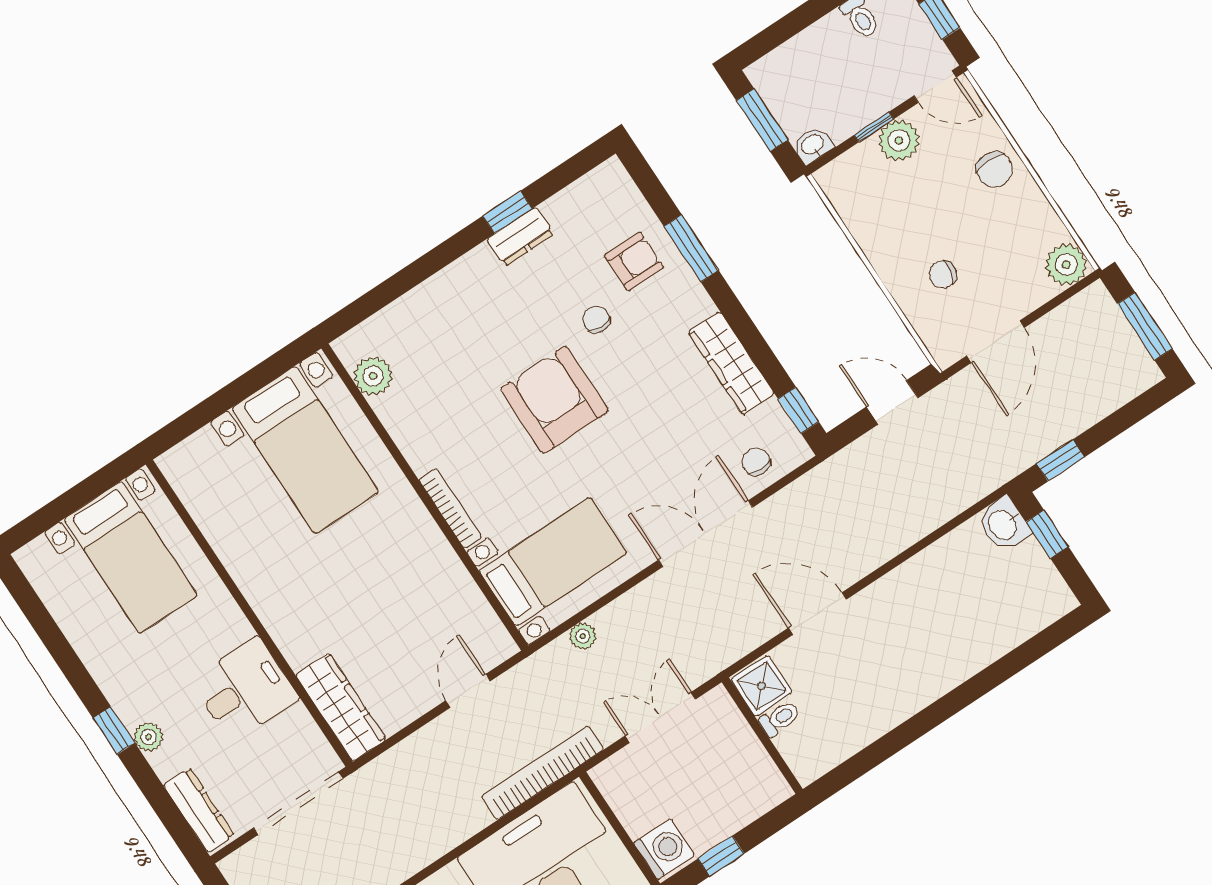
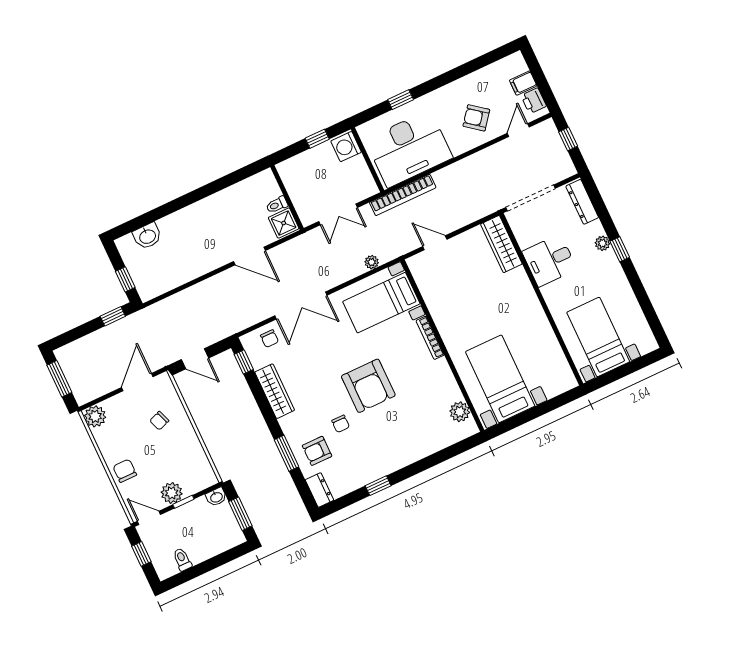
dresser: (520, 237) -> (320, 490), moved, turned 90
chair: (943, 274) -> (159, 421), turned 147
washbasin: (1004, 524) -> (147, 236), moved, turned 90
door: (468, 691) -> (435, 243), swing flipped

